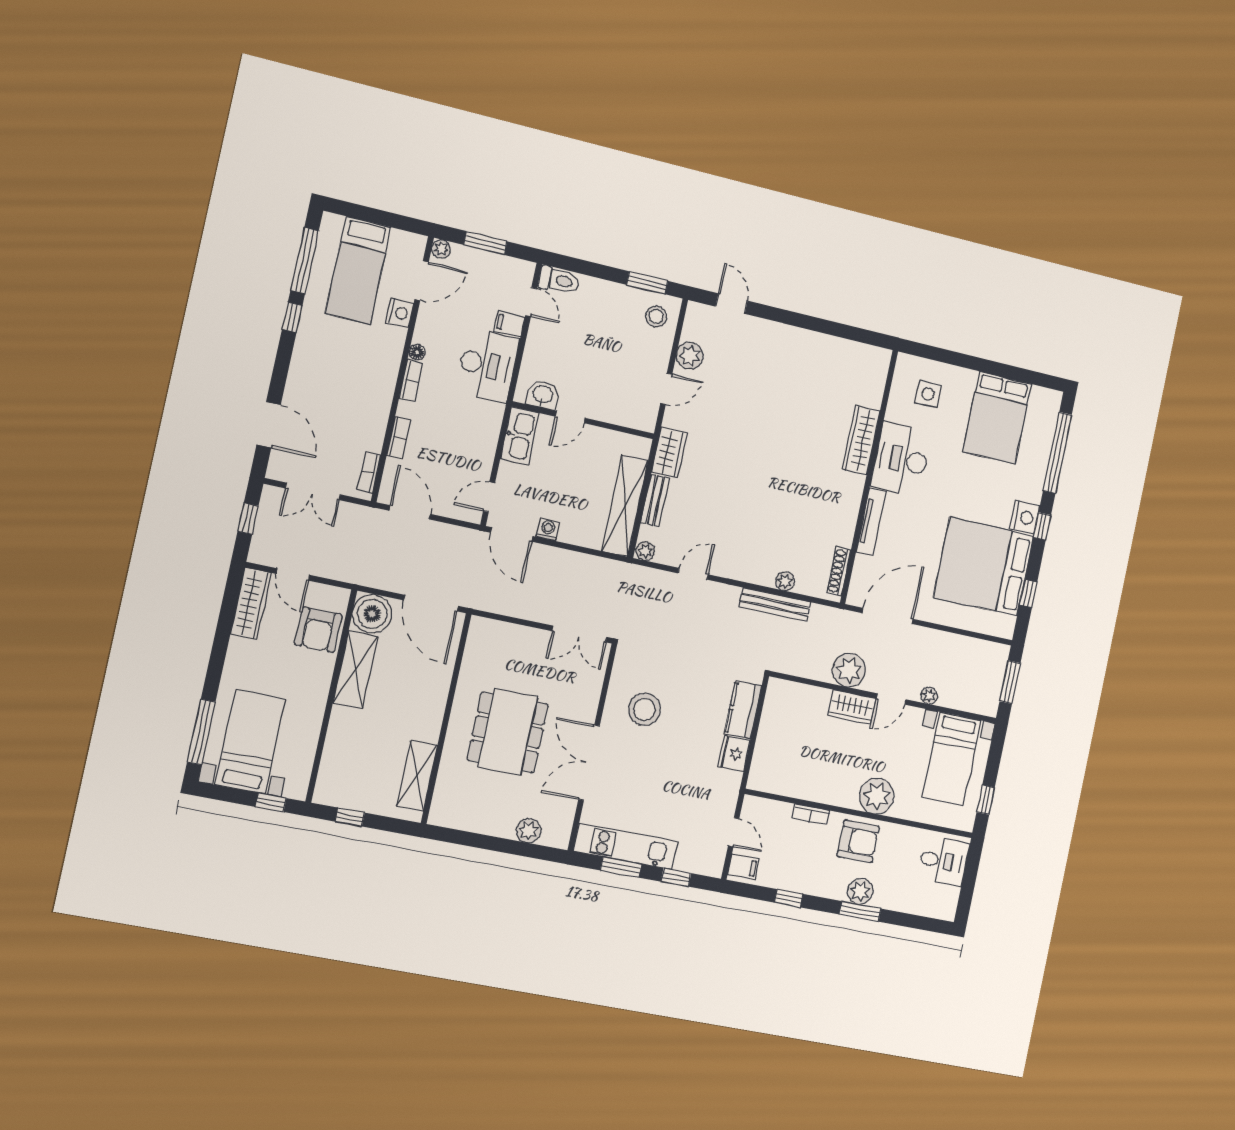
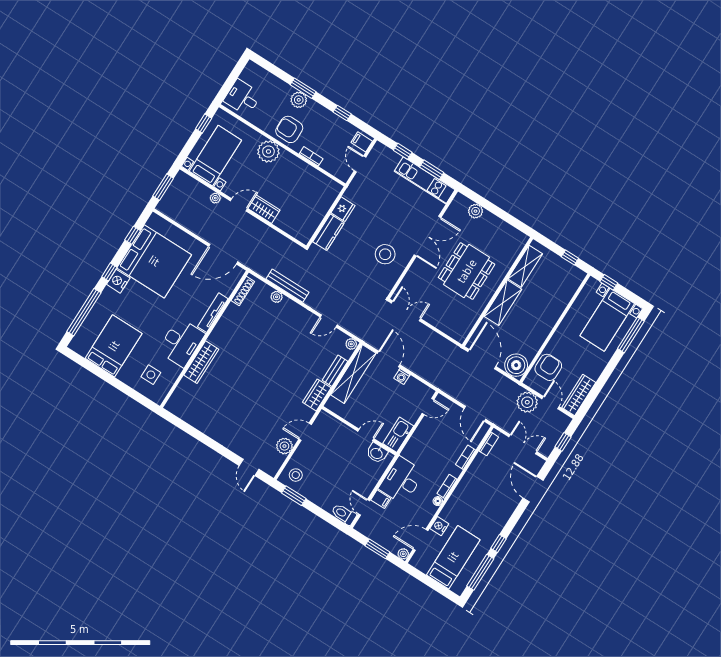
door: (512, 534) -> (389, 359), moved
shelving: (355, 670) -> (503, 303), moved
plant: (849, 670) -> (527, 402), moved

